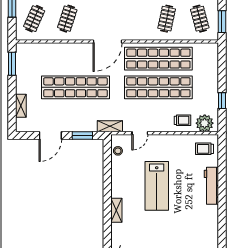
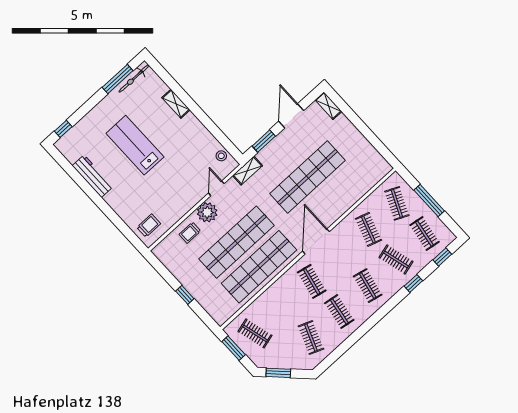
clothes rail: (167, 19) -> (312, 281), moved
window: (12, 64) -> (380, 147), removed
window: (222, 101) -> (185, 295), moved
shelving: (21, 106) -> (328, 106), moved
plant: (205, 123) -> (207, 212), moved
lab bench: (157, 186) -> (135, 145), moved
workbench: (211, 186) -> (93, 176), moved

